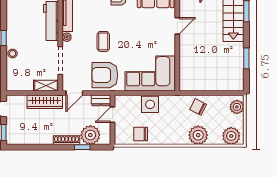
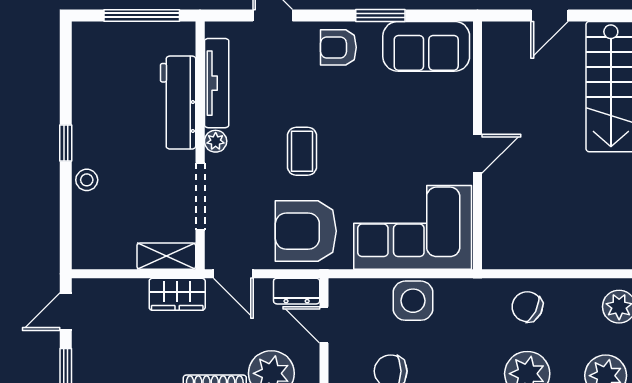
door: (177, 26) -> (478, 154), moved
door: (74, 93) -> (233, 274), hinge flipped
wardrobe: (45, 102) -> (177, 294), width x0.67
door: (113, 115) -> (324, 325), hinge flipped

